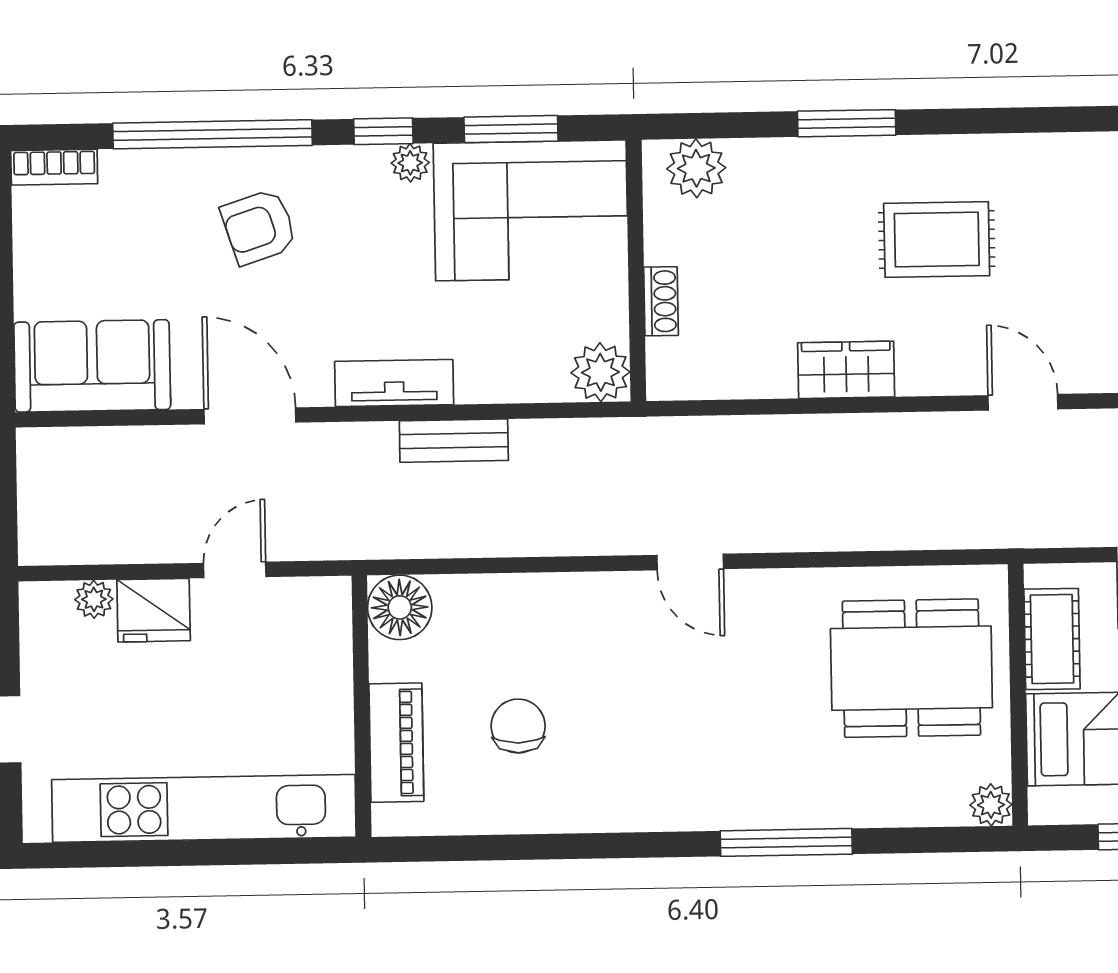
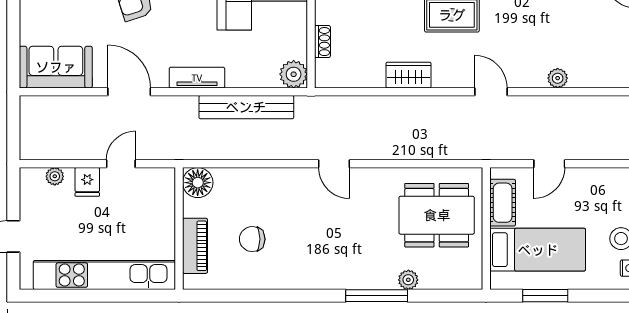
bench: (454, 441) -> (246, 107), width x1.86, depth x1.21
fridge: (154, 610) -> (87, 182), width x0.72
chair: (518, 726) -> (252, 239), turned -90
plant: (991, 805) -> (408, 280), moved

